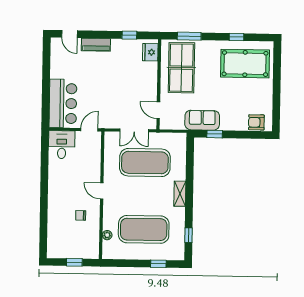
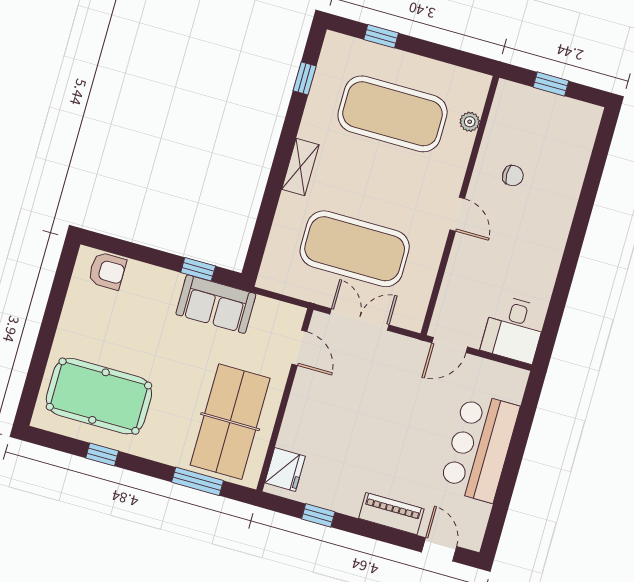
bar counter: (63, 103) -> (480, 447), moved

